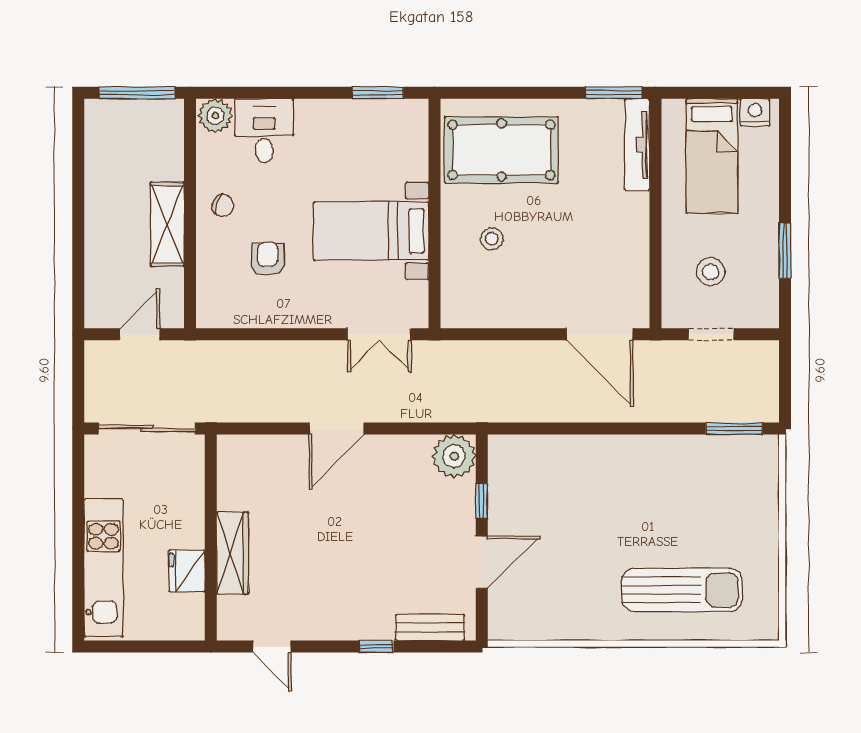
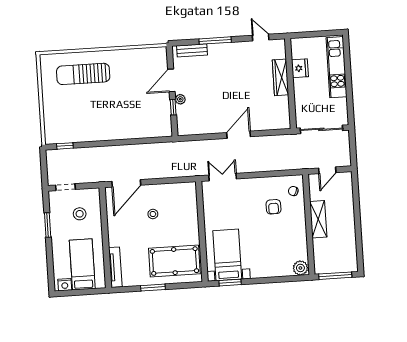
window: (614, 93) -> (153, 288), moved
desk: (264, 131) -> (279, 263), removed
chair: (223, 205) -> (293, 191), moved
bed with nightstands: (371, 231) -> (227, 255), moved, turned -90
stool: (492, 239) -> (153, 214), moved
door: (600, 334) -> (126, 183), swing flipped
doorway: (711, 334) -> (65, 187), moved
window: (734, 429) -> (65, 146), width x0.67
plant: (454, 456) -> (180, 99), moved, width x0.53, depth x0.53
window: (376, 647) -> (215, 41), width x2.17

